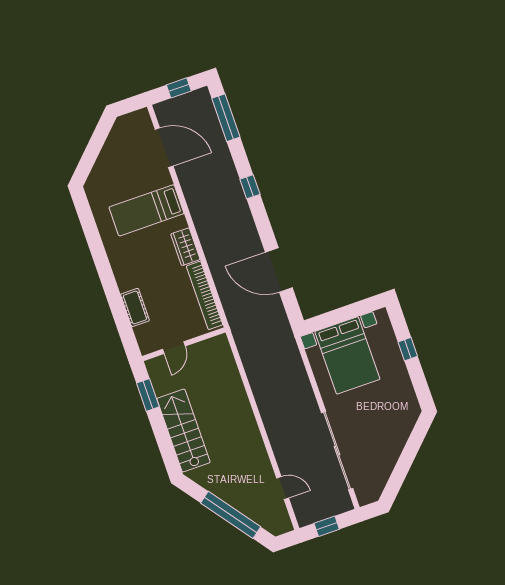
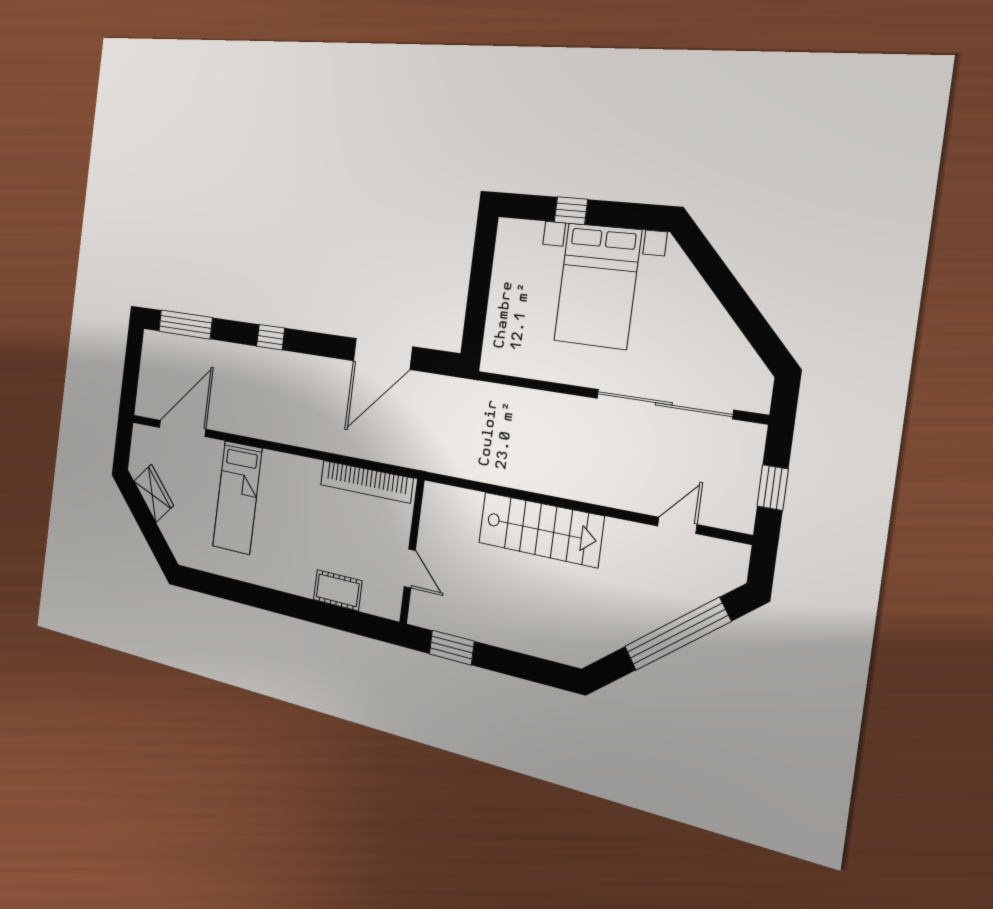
window: (179, 88) -> (132, 368), removed
wardrobe: (185, 247) -> (154, 493), moved, turned -135
bed with nightstands: (347, 355) -> (598, 286), moved, turned 90
stairs: (183, 430) -> (540, 530), moved, turned 180

